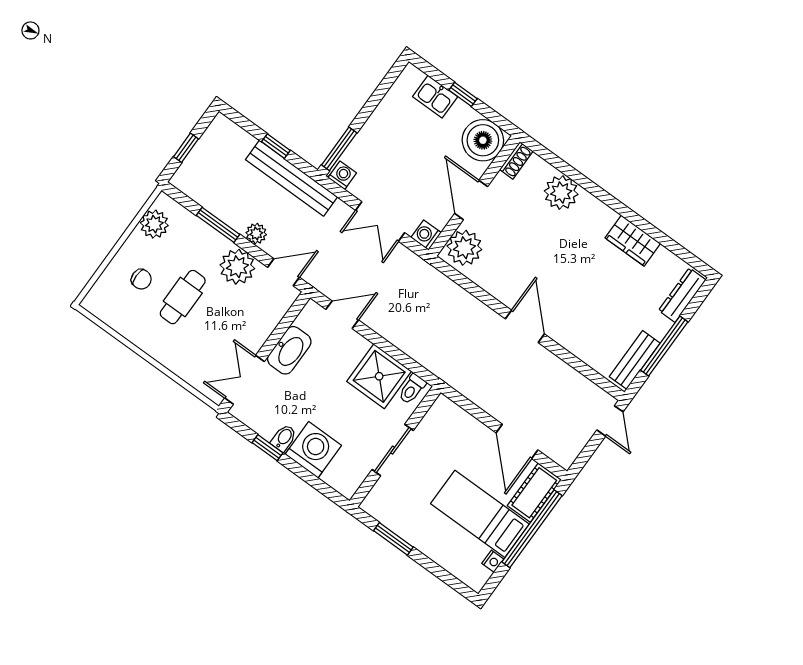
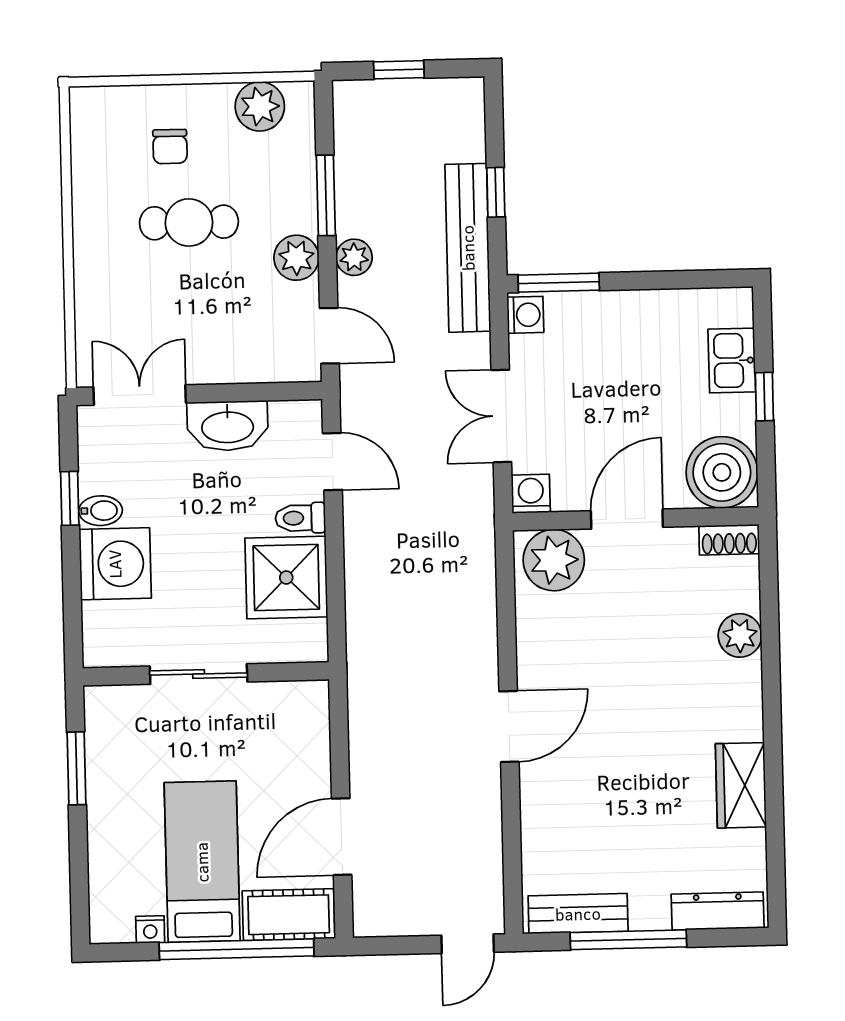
plant: (561, 193) -> (740, 635), width x0.73, depth x0.73
plant: (237, 267) -> (296, 258), width x0.73, depth x0.73
toilet: (412, 389) -> (300, 518), moved

